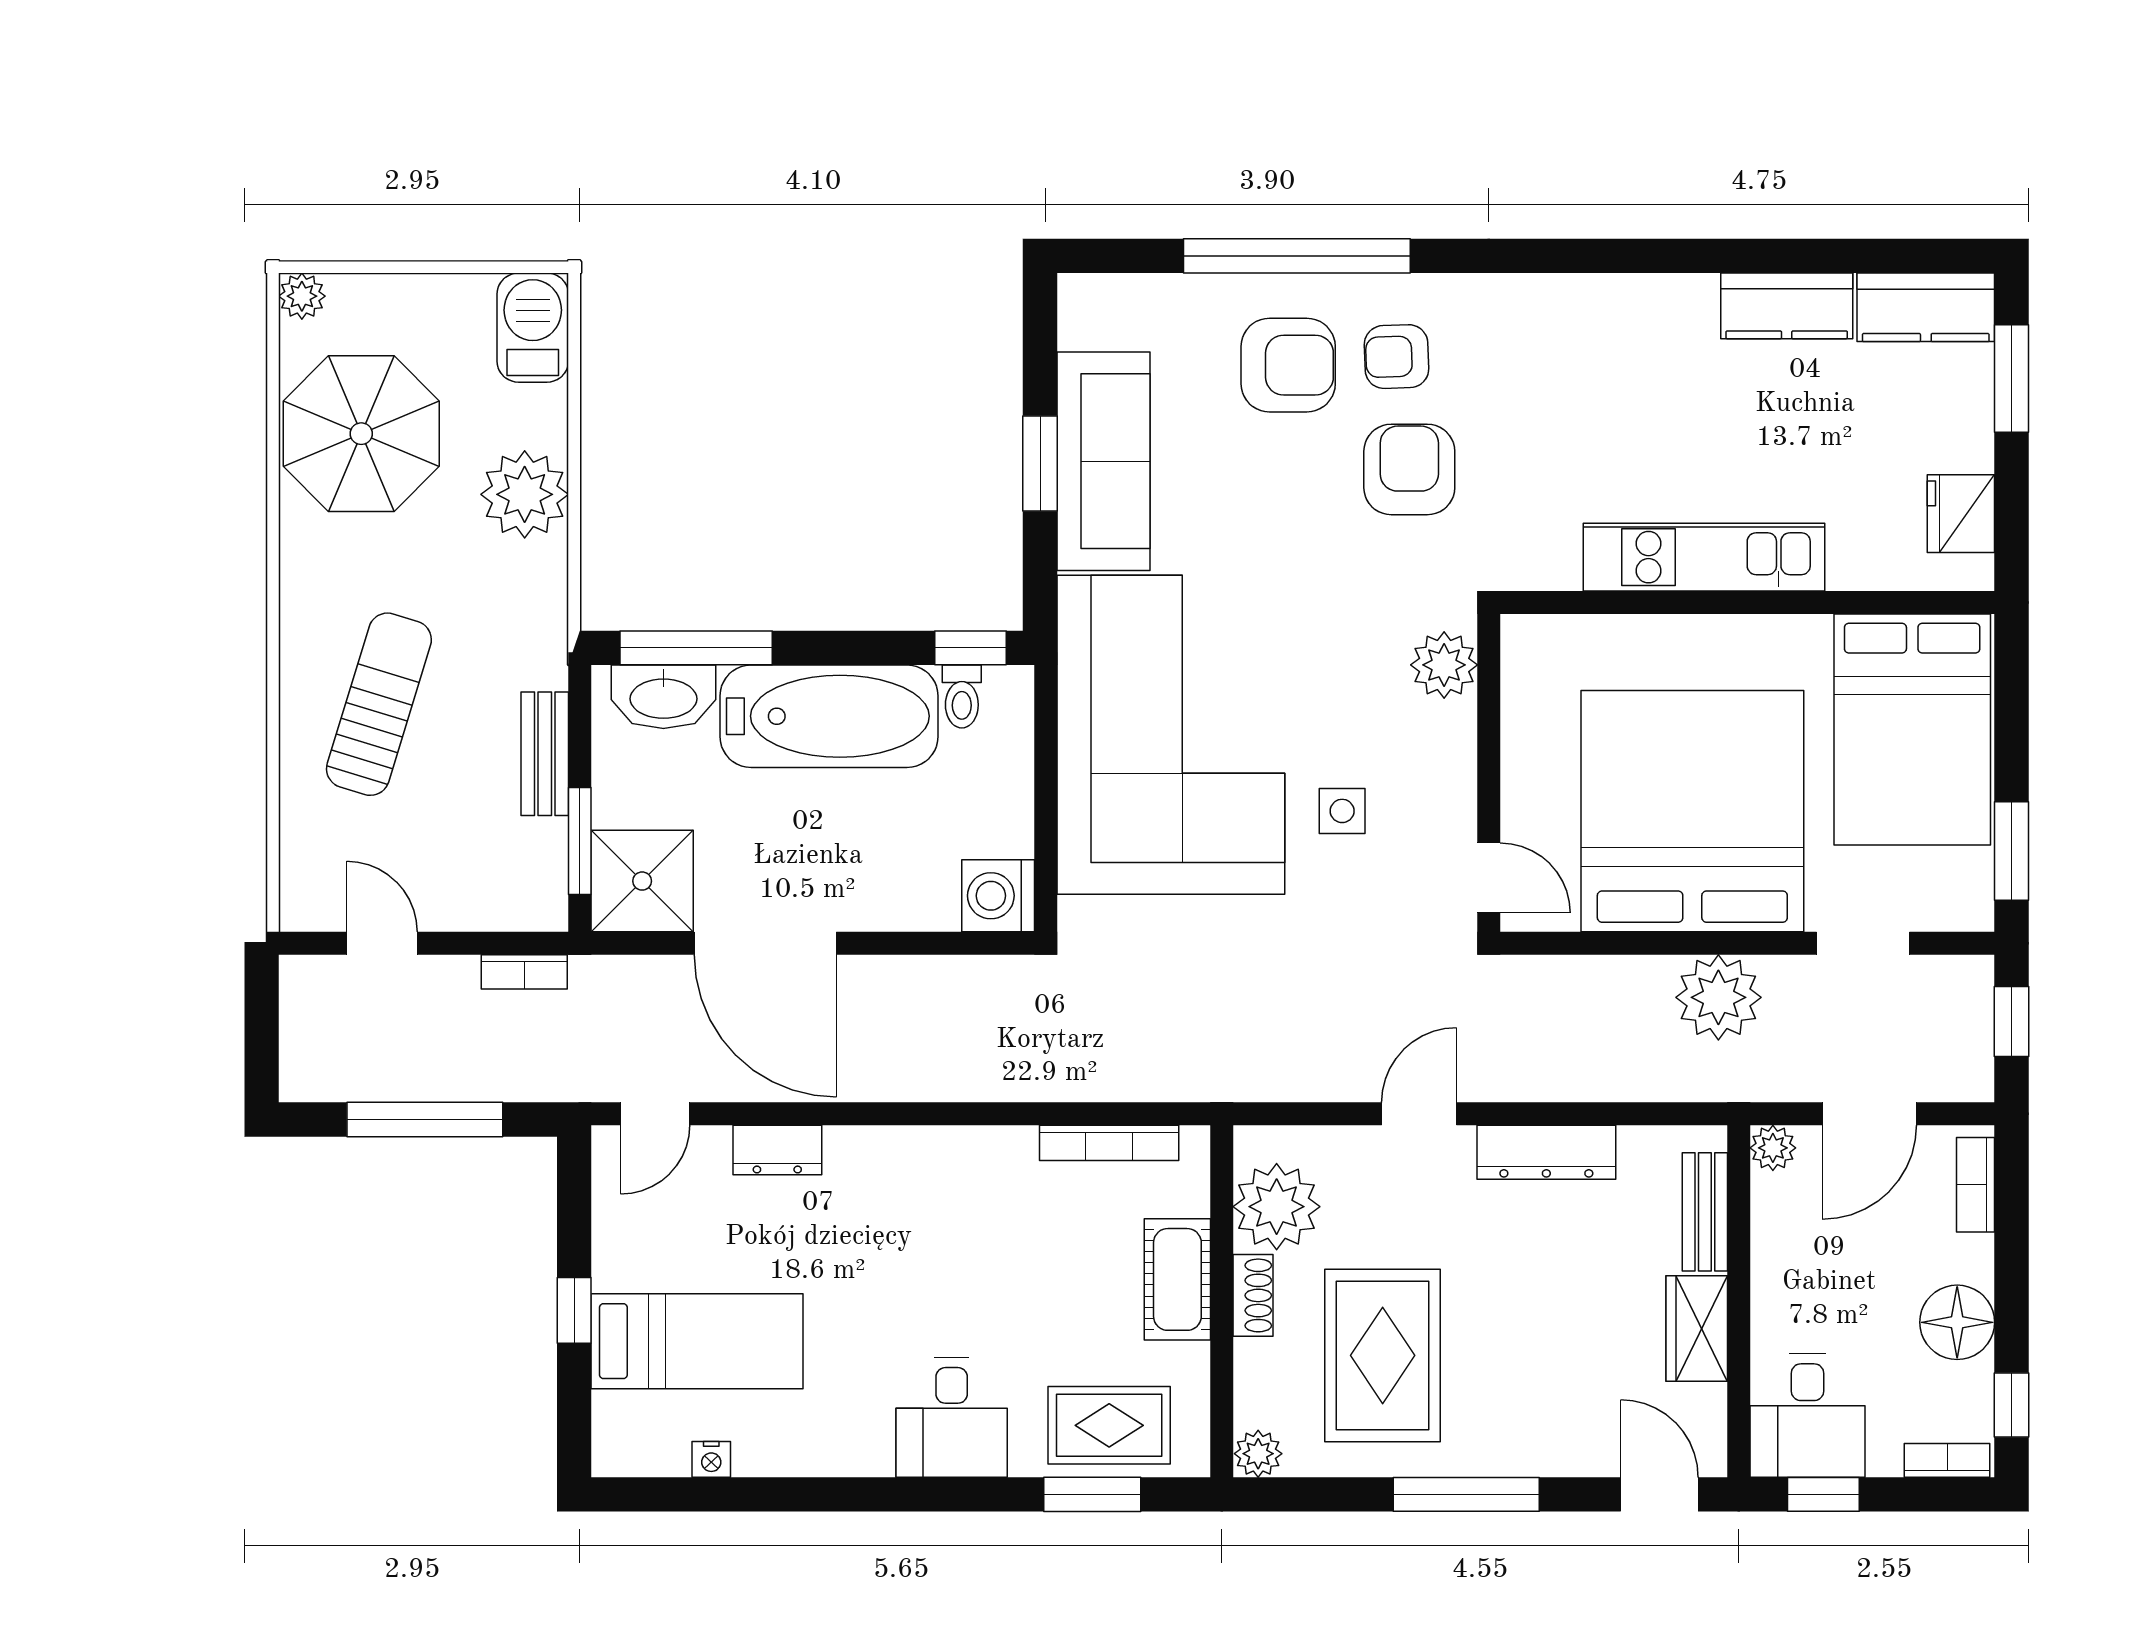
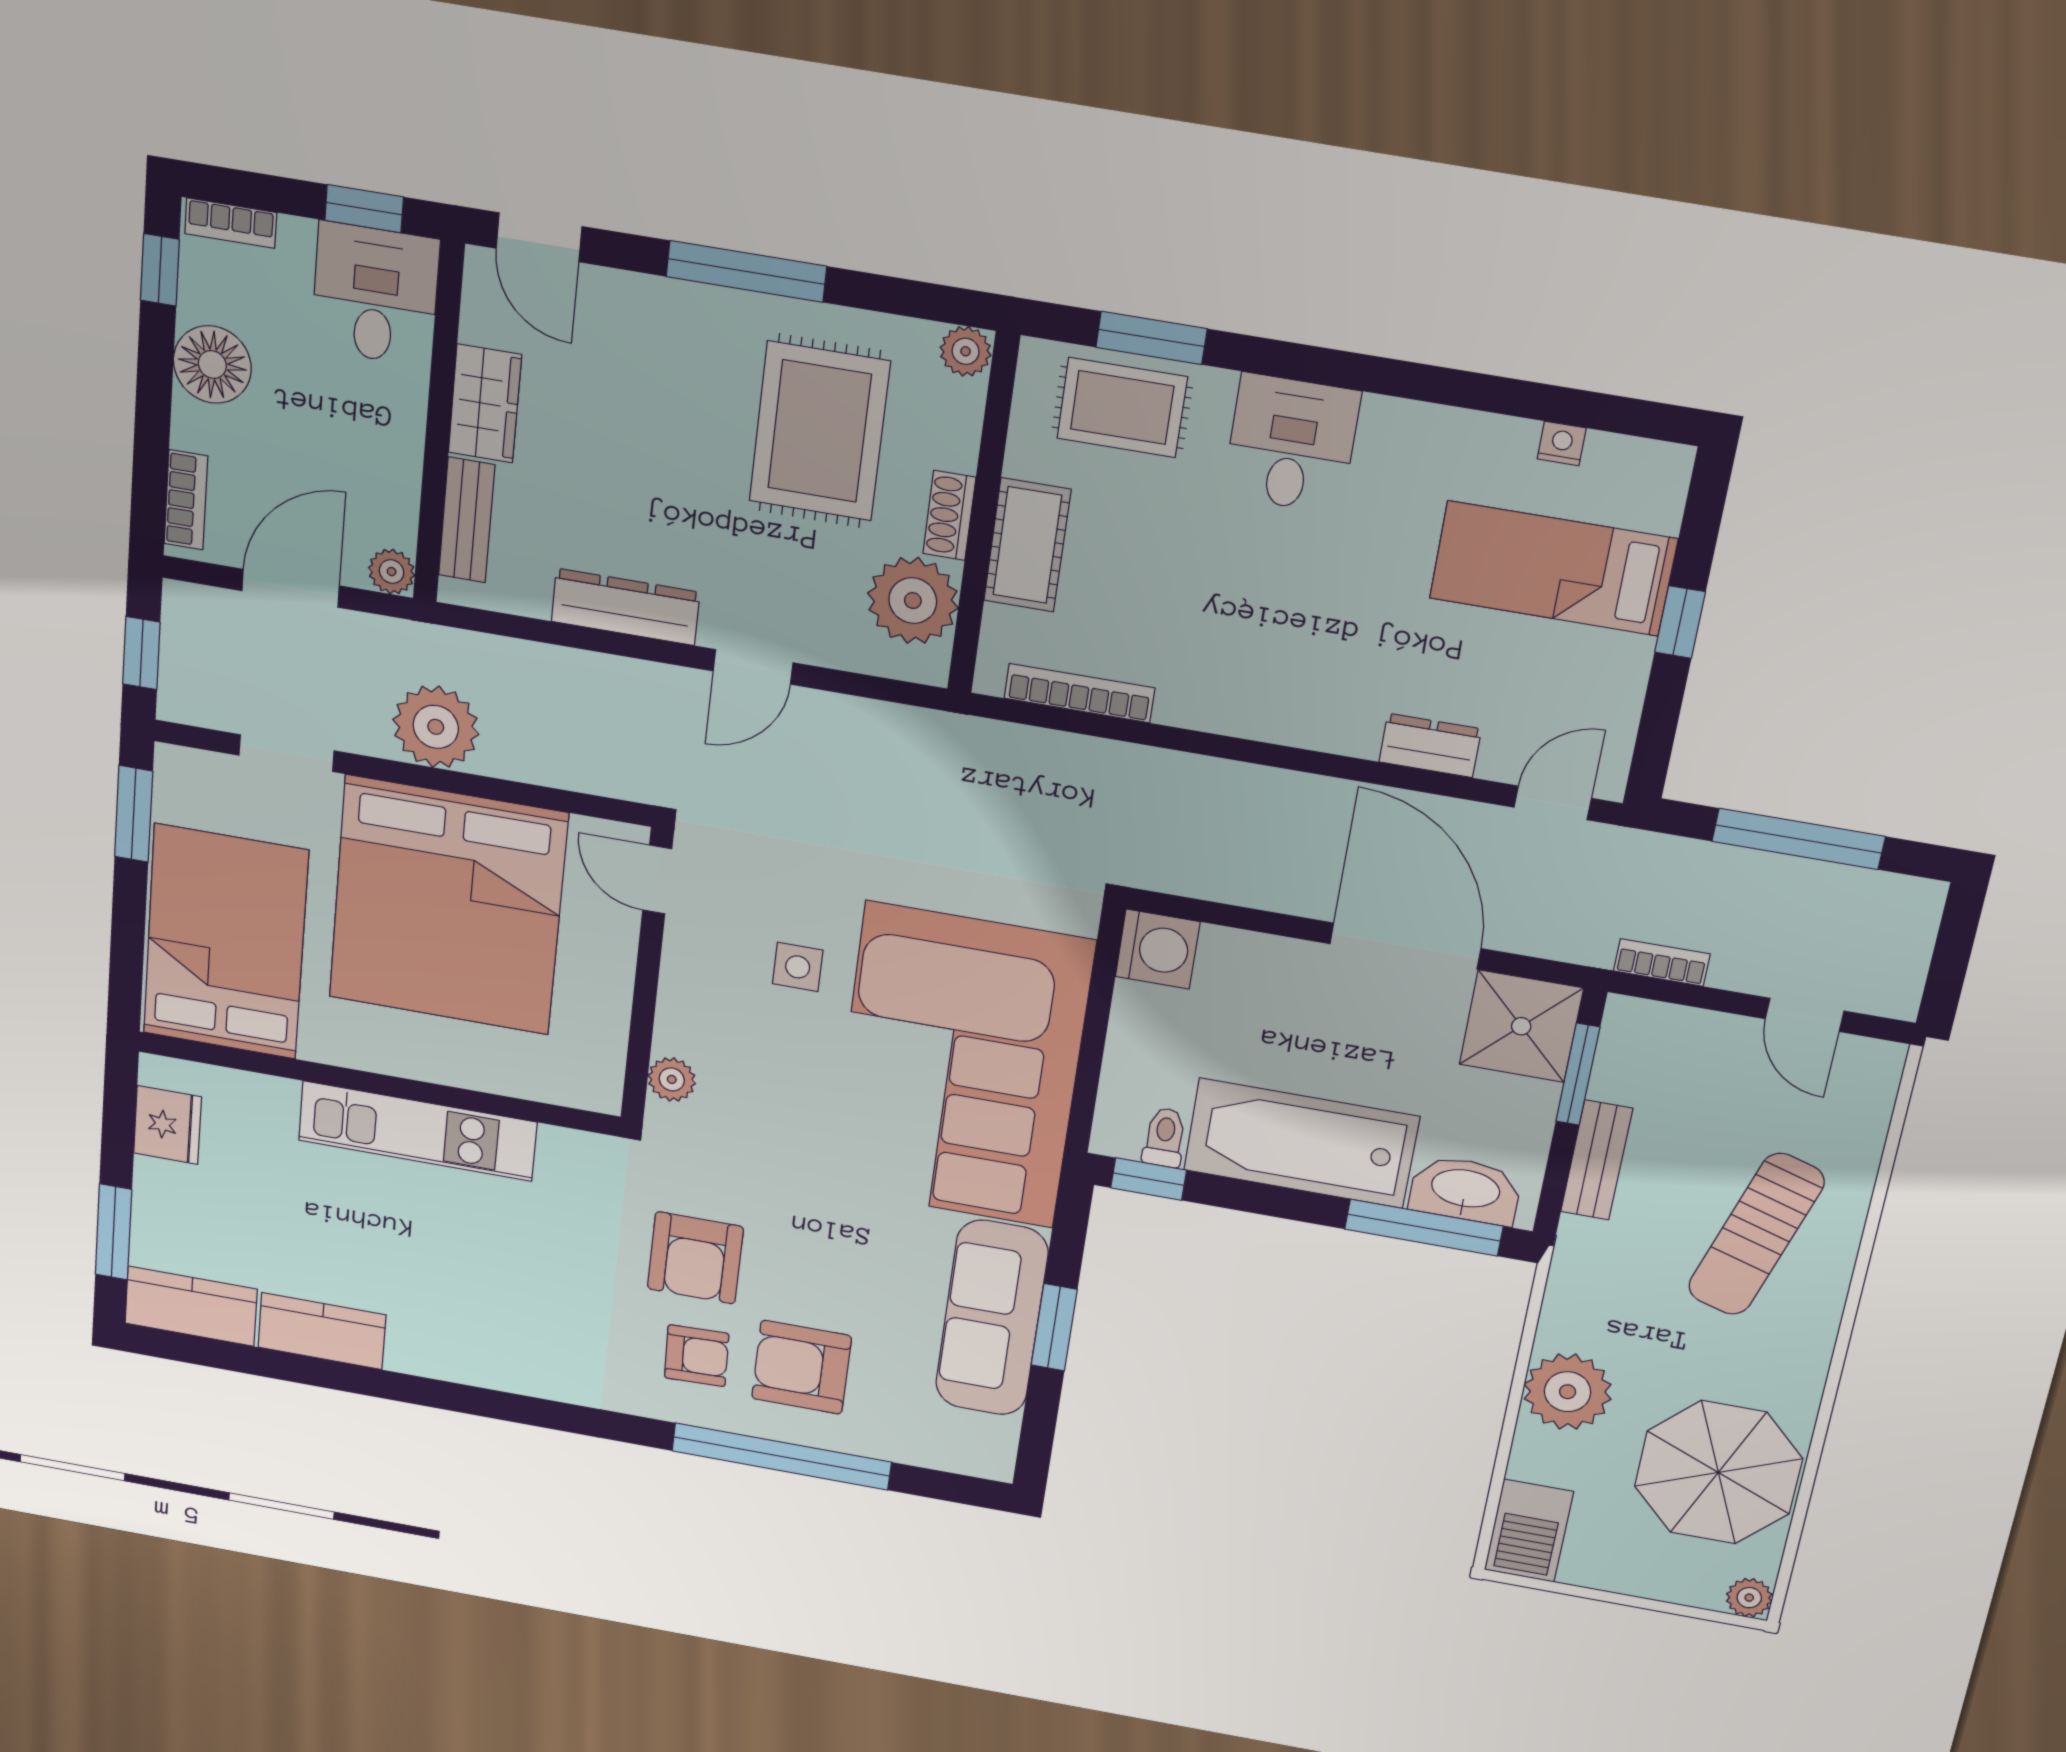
plant: (1444, 665) -> (672, 1079), width x0.73, depth x0.73

